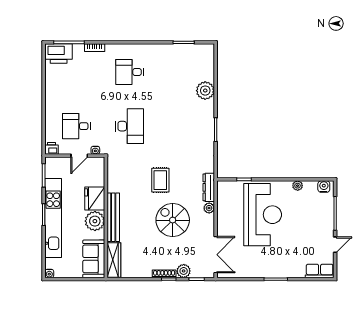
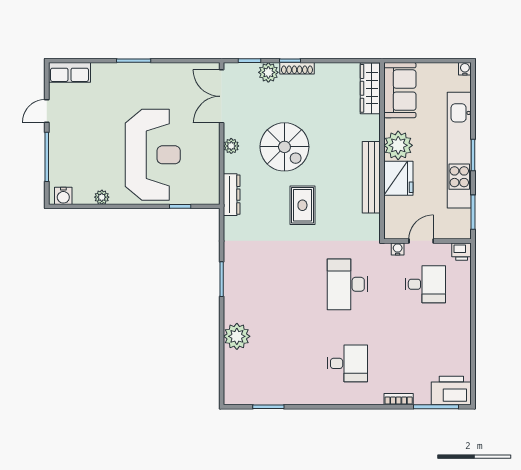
plant: (209, 208) -> (231, 146), moved
reception desk: (263, 215) -> (153, 155), turned 180
bench: (113, 217) -> (371, 177), moved

